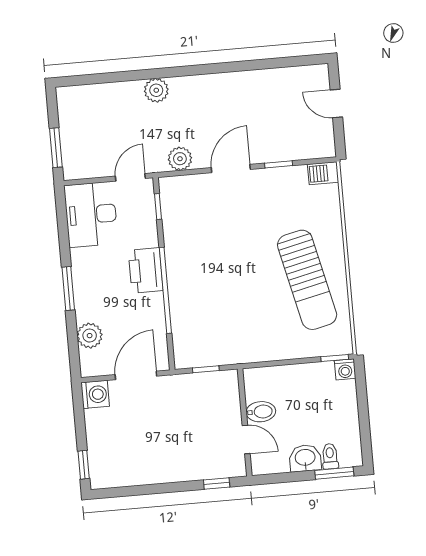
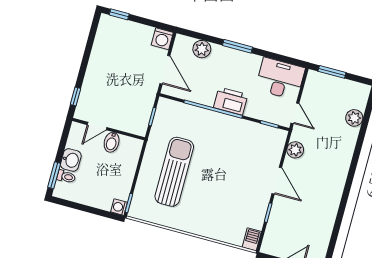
plant: (156, 90) -> (354, 118), moved
sun lounger: (307, 280) -> (174, 172), moved, turned 103

